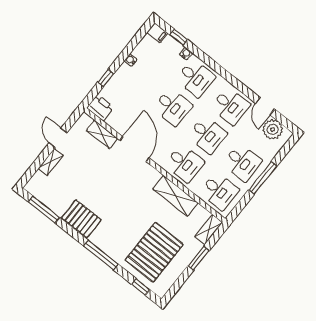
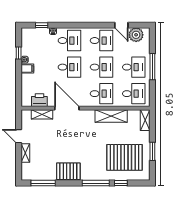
filing cabinet: (157, 33) -> (27, 69), moved
window: (106, 78) -> (19, 53), moved
printer: (100, 108) -> (39, 100), moved
pallet: (154, 252) -> (124, 157), turned 90
window: (199, 258) -> (152, 151), moved
window: (141, 287) -> (121, 183), moved

